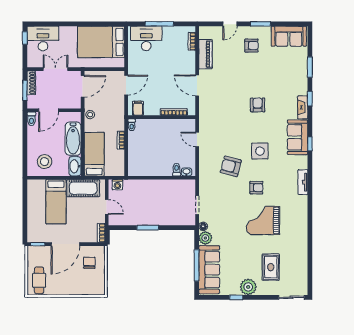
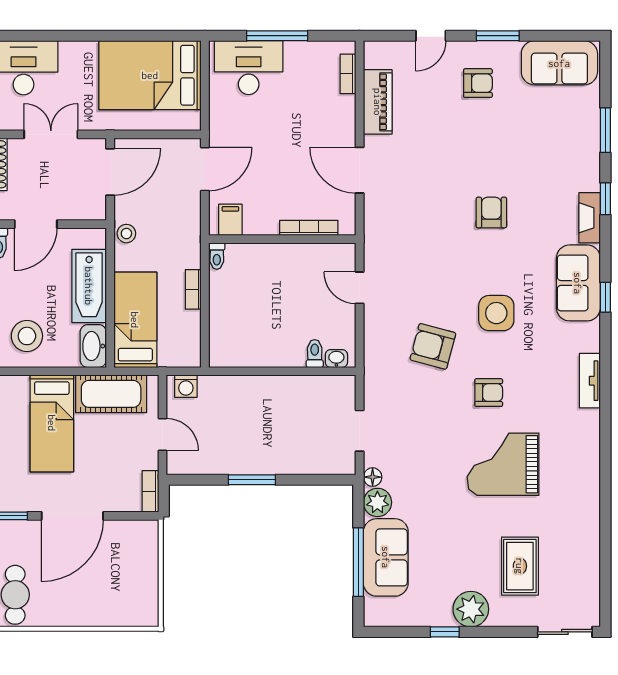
chair: (89, 263) -> (124, 556), removed
sofa: (209, 270) -> (386, 557), width x0.73

